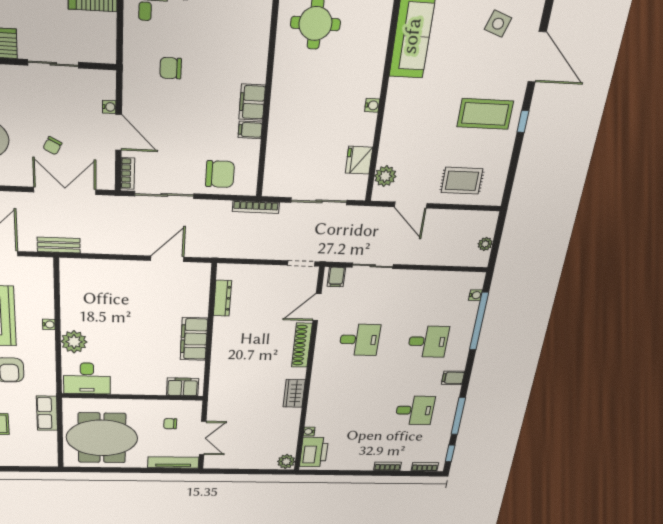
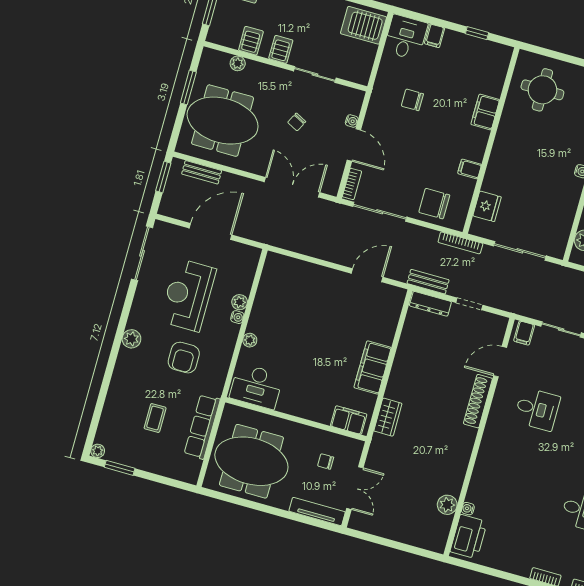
filing cabinet: (252, 102) -> (485, 112), moved
chair: (52, 146) -> (297, 122), moved
fridge: (359, 160) -> (487, 206), moved, turned 180
chair: (220, 174) -> (434, 204), turned 180
bench: (59, 245) -> (428, 282), moved
doorway: (301, 263) -> (469, 304), moved
dresser: (222, 298) -> (430, 304), moved, turned 90
plant: (47, 311) -> (240, 302), added
plant: (74, 342) -> (250, 340), width x0.53, depth x0.53
wardrobe: (294, 393) -> (388, 417), moved, turned 180
row of seats: (47, 413) -> (202, 427), width x1.48
plant: (286, 462) -> (447, 505), moved

